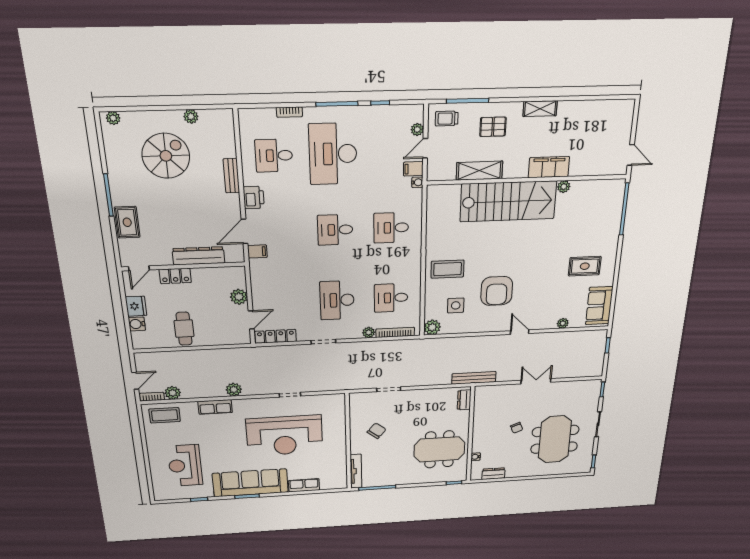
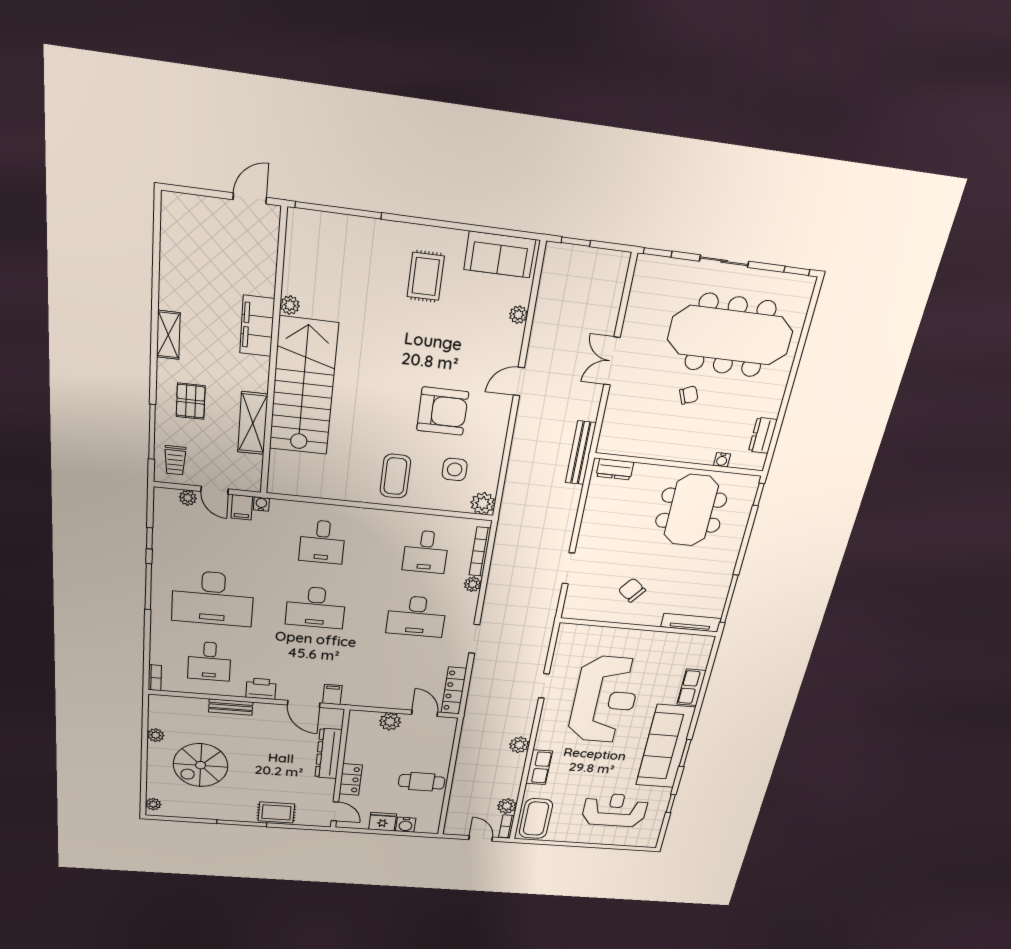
bookcase: (289, 112) -> (155, 678), moved
spiral stairs: (166, 156) -> (201, 765), turned -90
desk: (335, 230) -> (316, 607), width x1.37
coffee table: (165, 415) -> (536, 819), width x1.36, depth x1.32
meeting table: (555, 439) -> (730, 335), width x1.36
reception desk: (185, 466) -> (615, 810), turned 180

